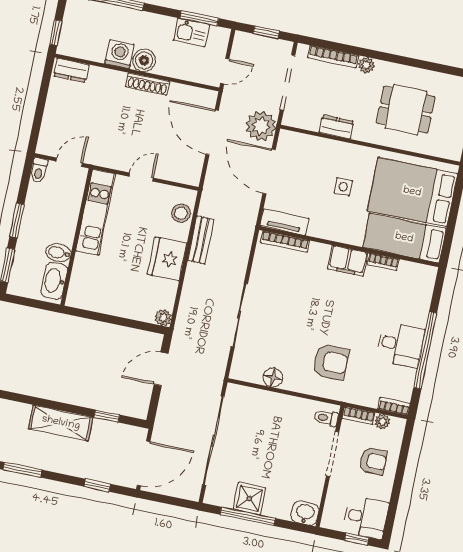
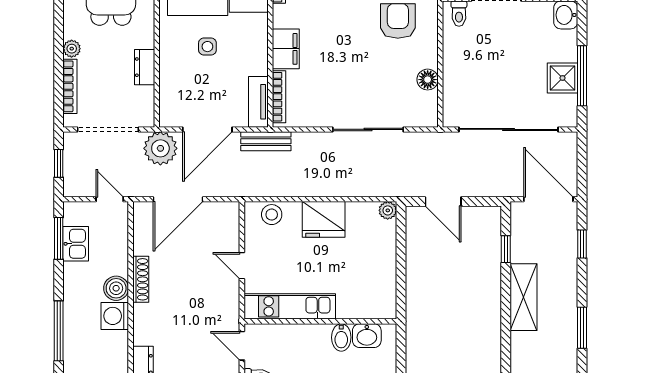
bench: (201, 240) -> (266, 141), moved
filing cabinet: (348, 261) -> (286, 49), moved
washbasin: (54, 281) -> (367, 336), width x0.72

